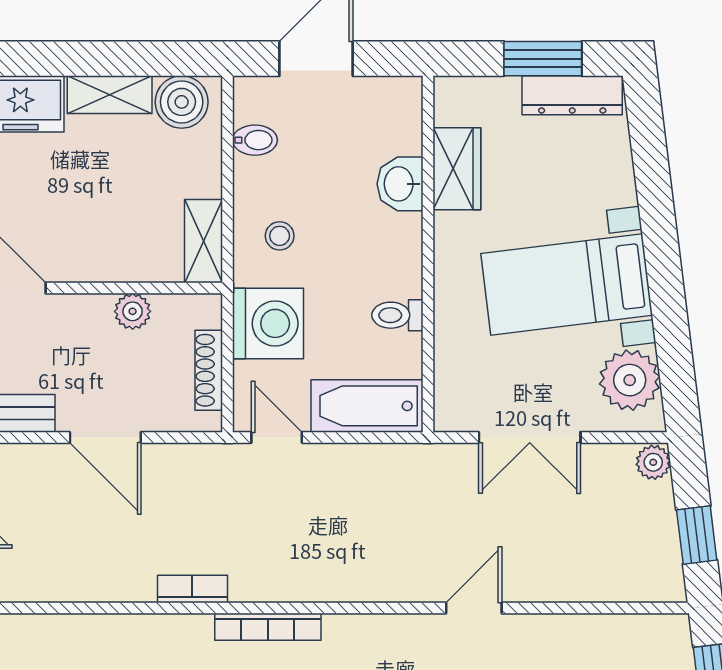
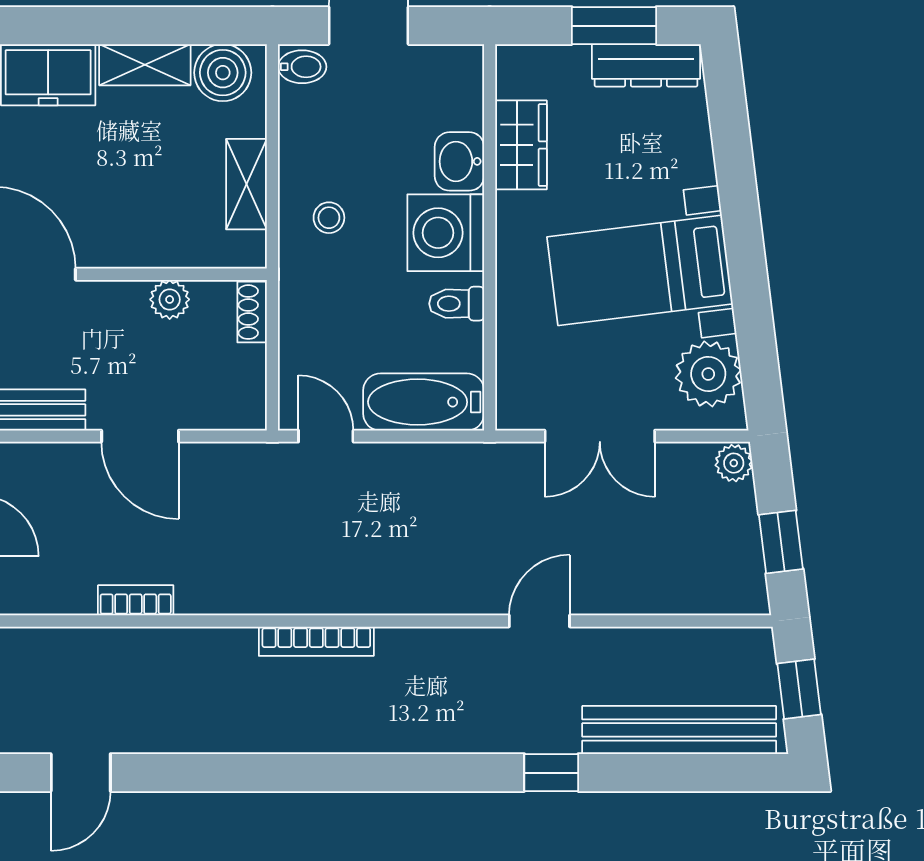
bidet: (255, 140) -> (302, 67), moved
shelving: (203, 241) -> (246, 184), moved
washing machine: (268, 323) -> (446, 233), moved, turned 180
shoe rack: (209, 370) -> (252, 312), moved, width x0.70
bookcase: (192, 589) -> (136, 600), moved

